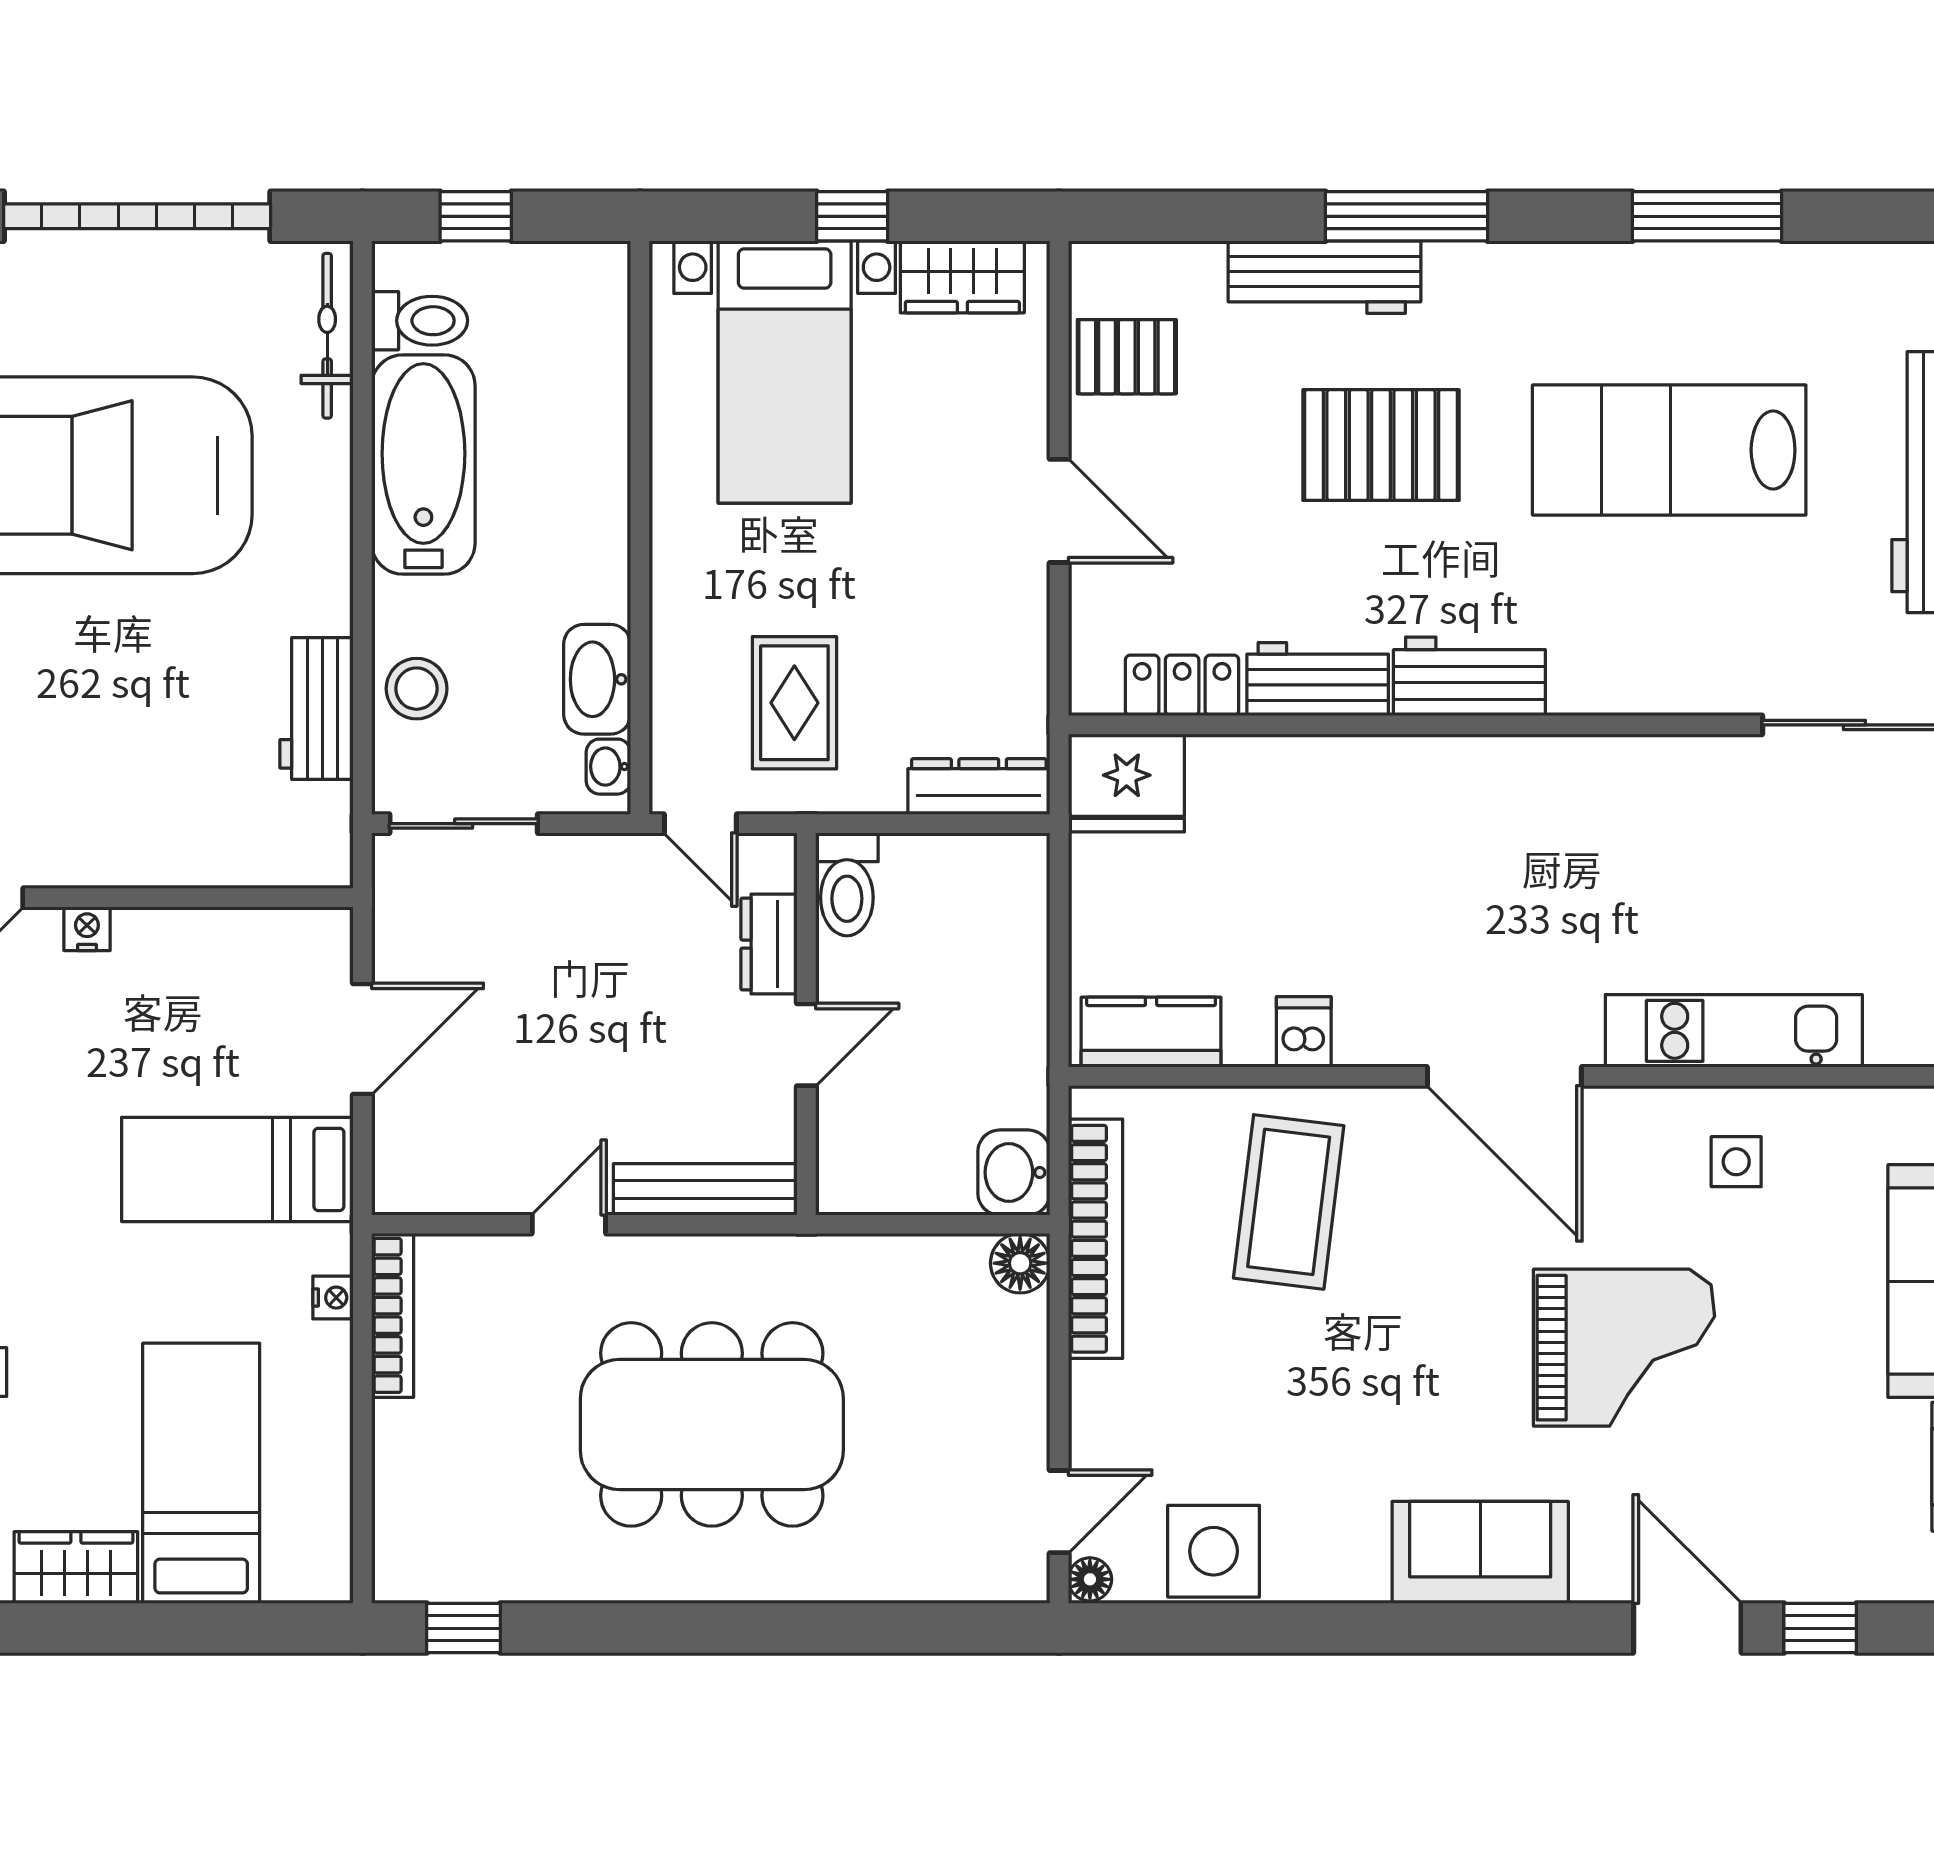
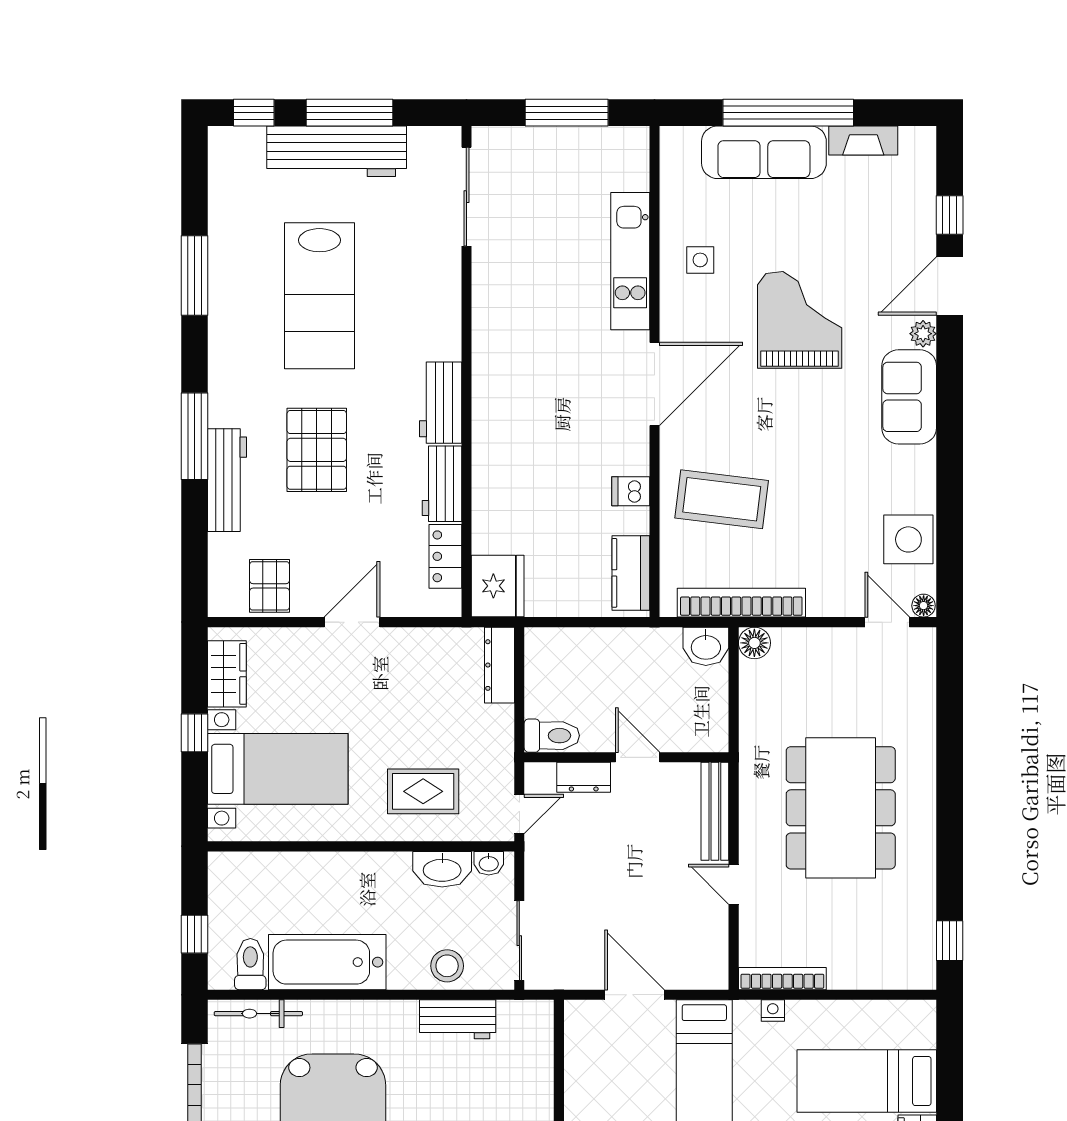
rug: (794, 703) -> (423, 791), moved
plant: (1598, 1578) -> (923, 334), added

